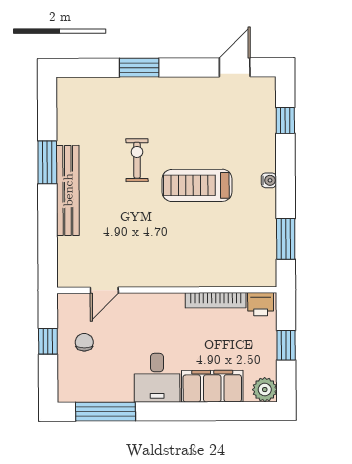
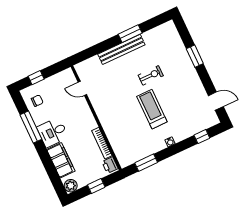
window: (48, 341) -> (36, 78), moved
chair: (84, 342) -> (37, 101), moved
window: (106, 412) -> (31, 127), moved

